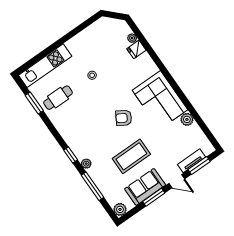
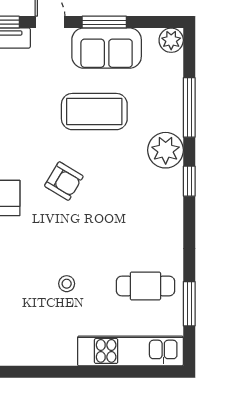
plant: (86, 164) -> (166, 150), width x1.87, depth x1.87

